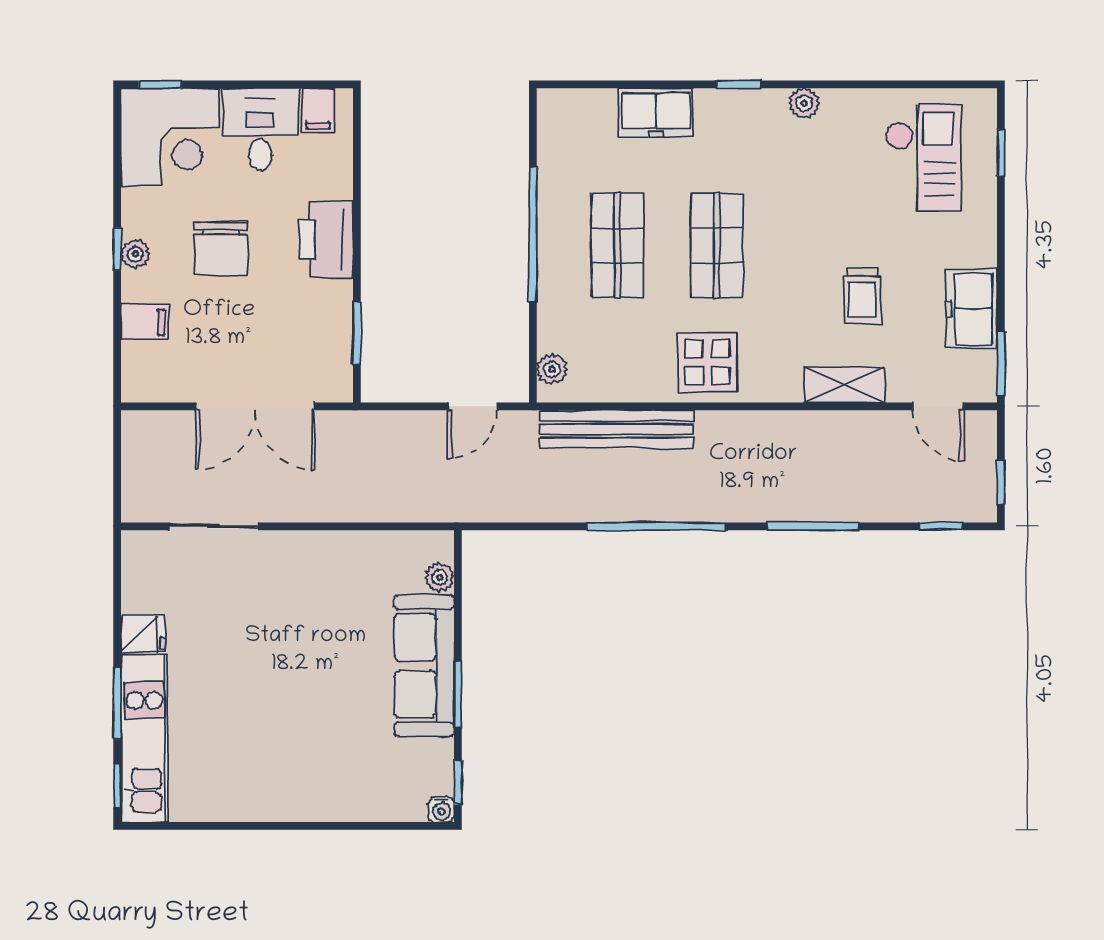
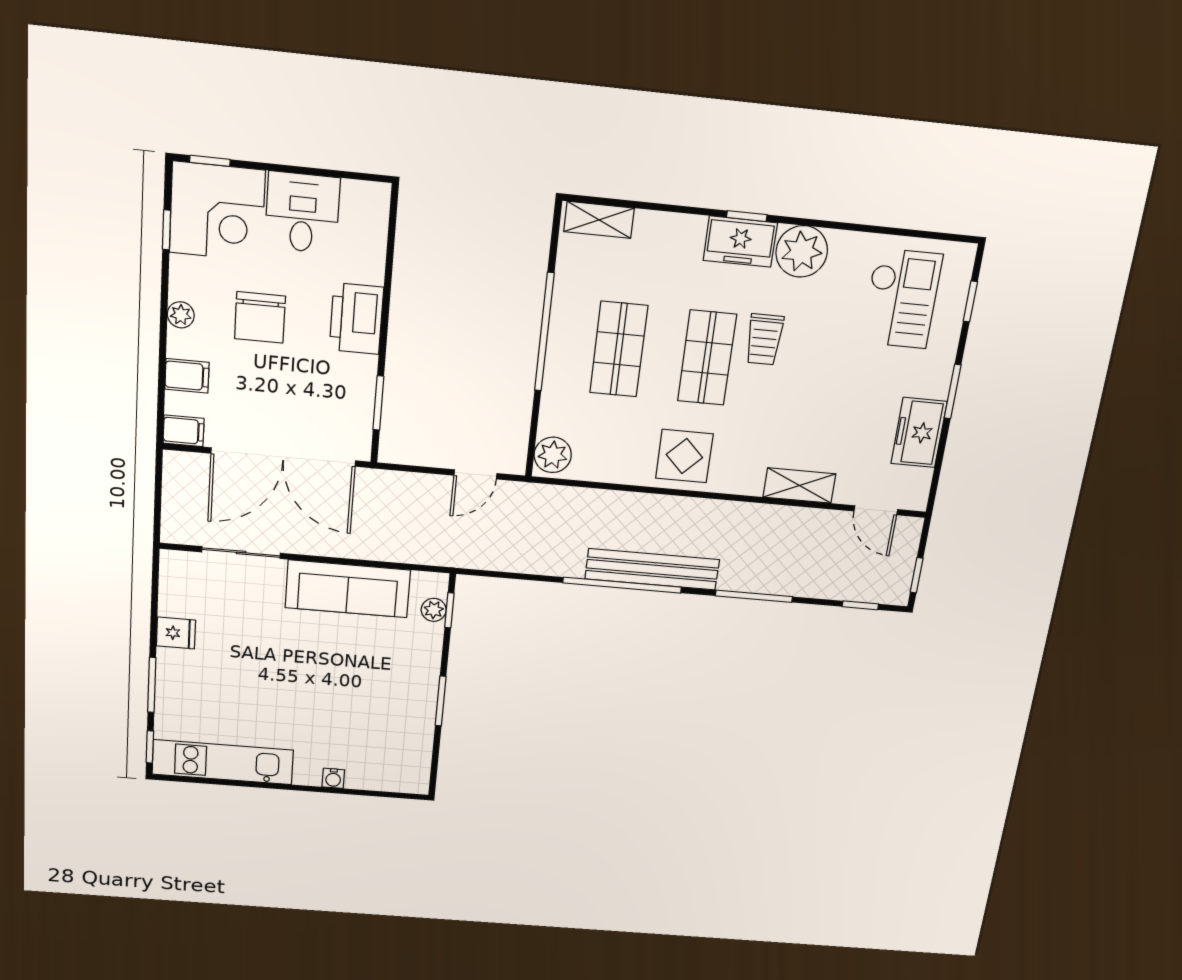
plant: (804, 103) -> (802, 251), width x1.87, depth x1.87
shelving: (579, 105) -> (599, 220), added
filing cabinet: (318, 110) -> (184, 431), moved, turned -90
freezer: (656, 113) -> (740, 242), moved
window: (117, 249) -> (167, 230), moved
trolley: (862, 296) -> (764, 339), moved
window: (1001, 363) -> (953, 391), moved
plant: (552, 369) -> (553, 455), width x1.38, depth x1.38
double door: (255, 406) -> (283, 457), width x1.36
bench: (617, 429) -> (652, 569), moved
sofa: (424, 666) -> (348, 589), moved, turned -90
kitchen unit: (144, 739) -> (223, 762), moved, turned -90
window: (458, 782) -> (449, 610), moved
water cooler: (441, 809) -> (333, 778), moved

